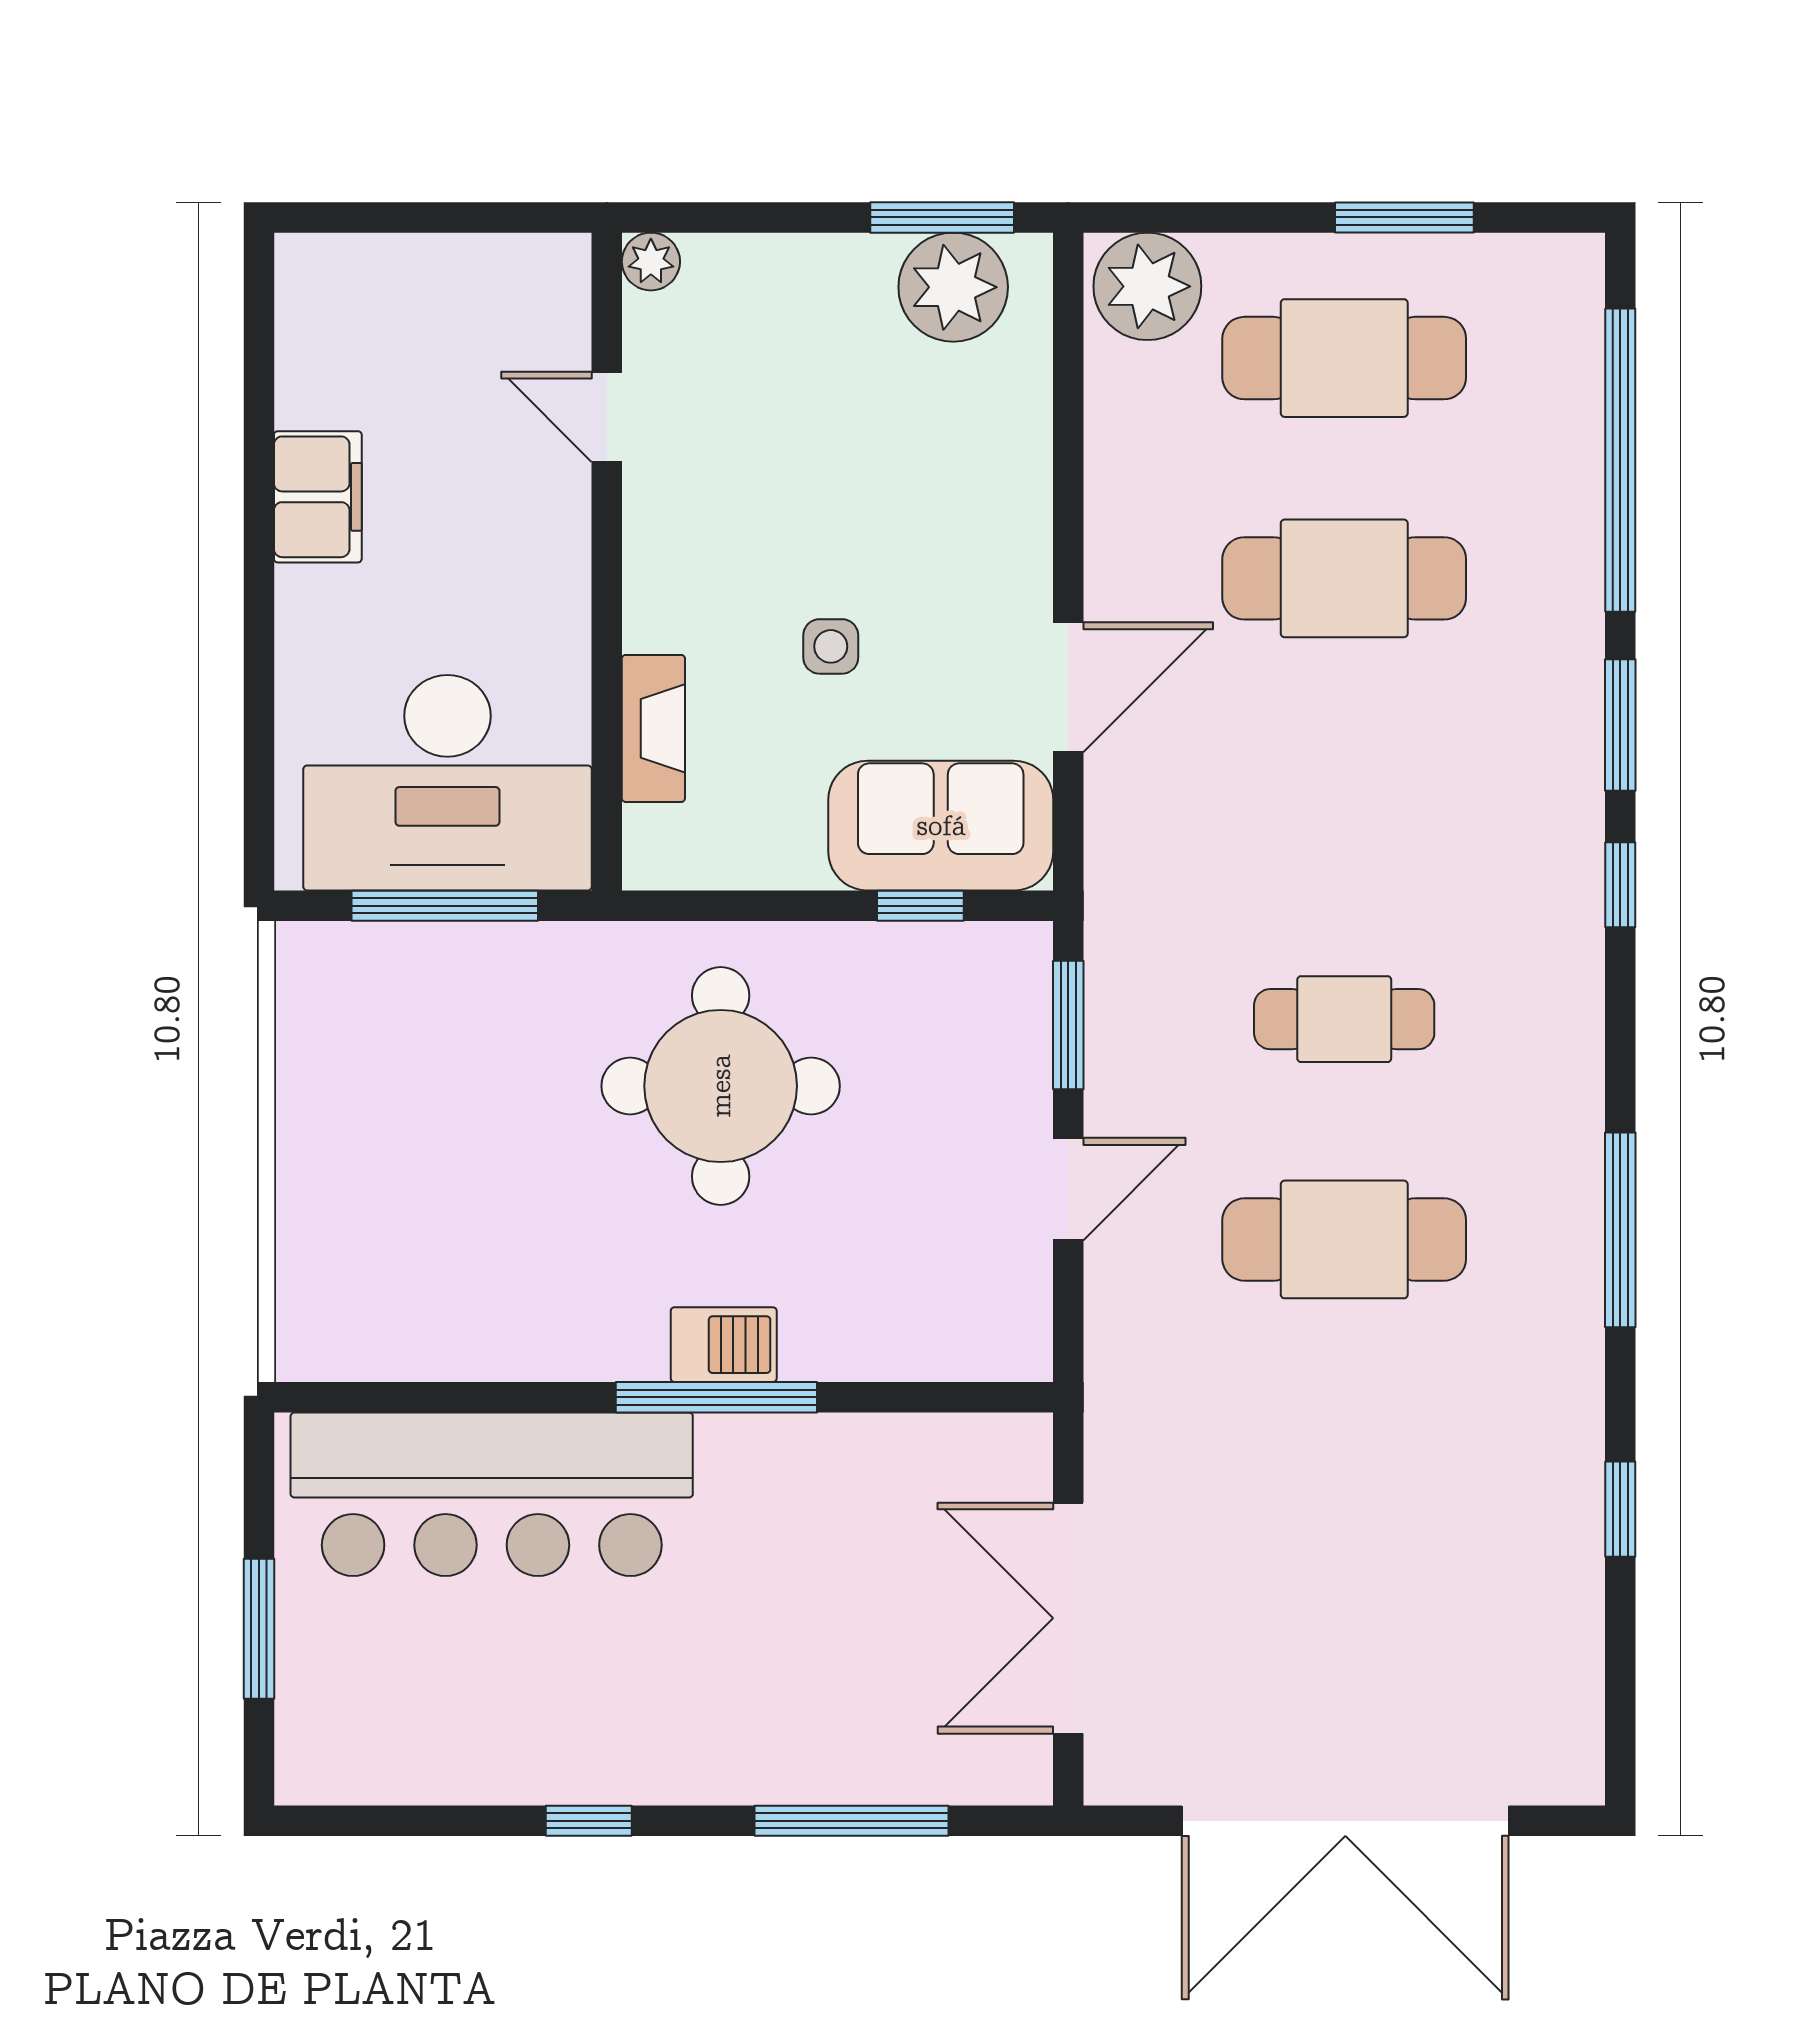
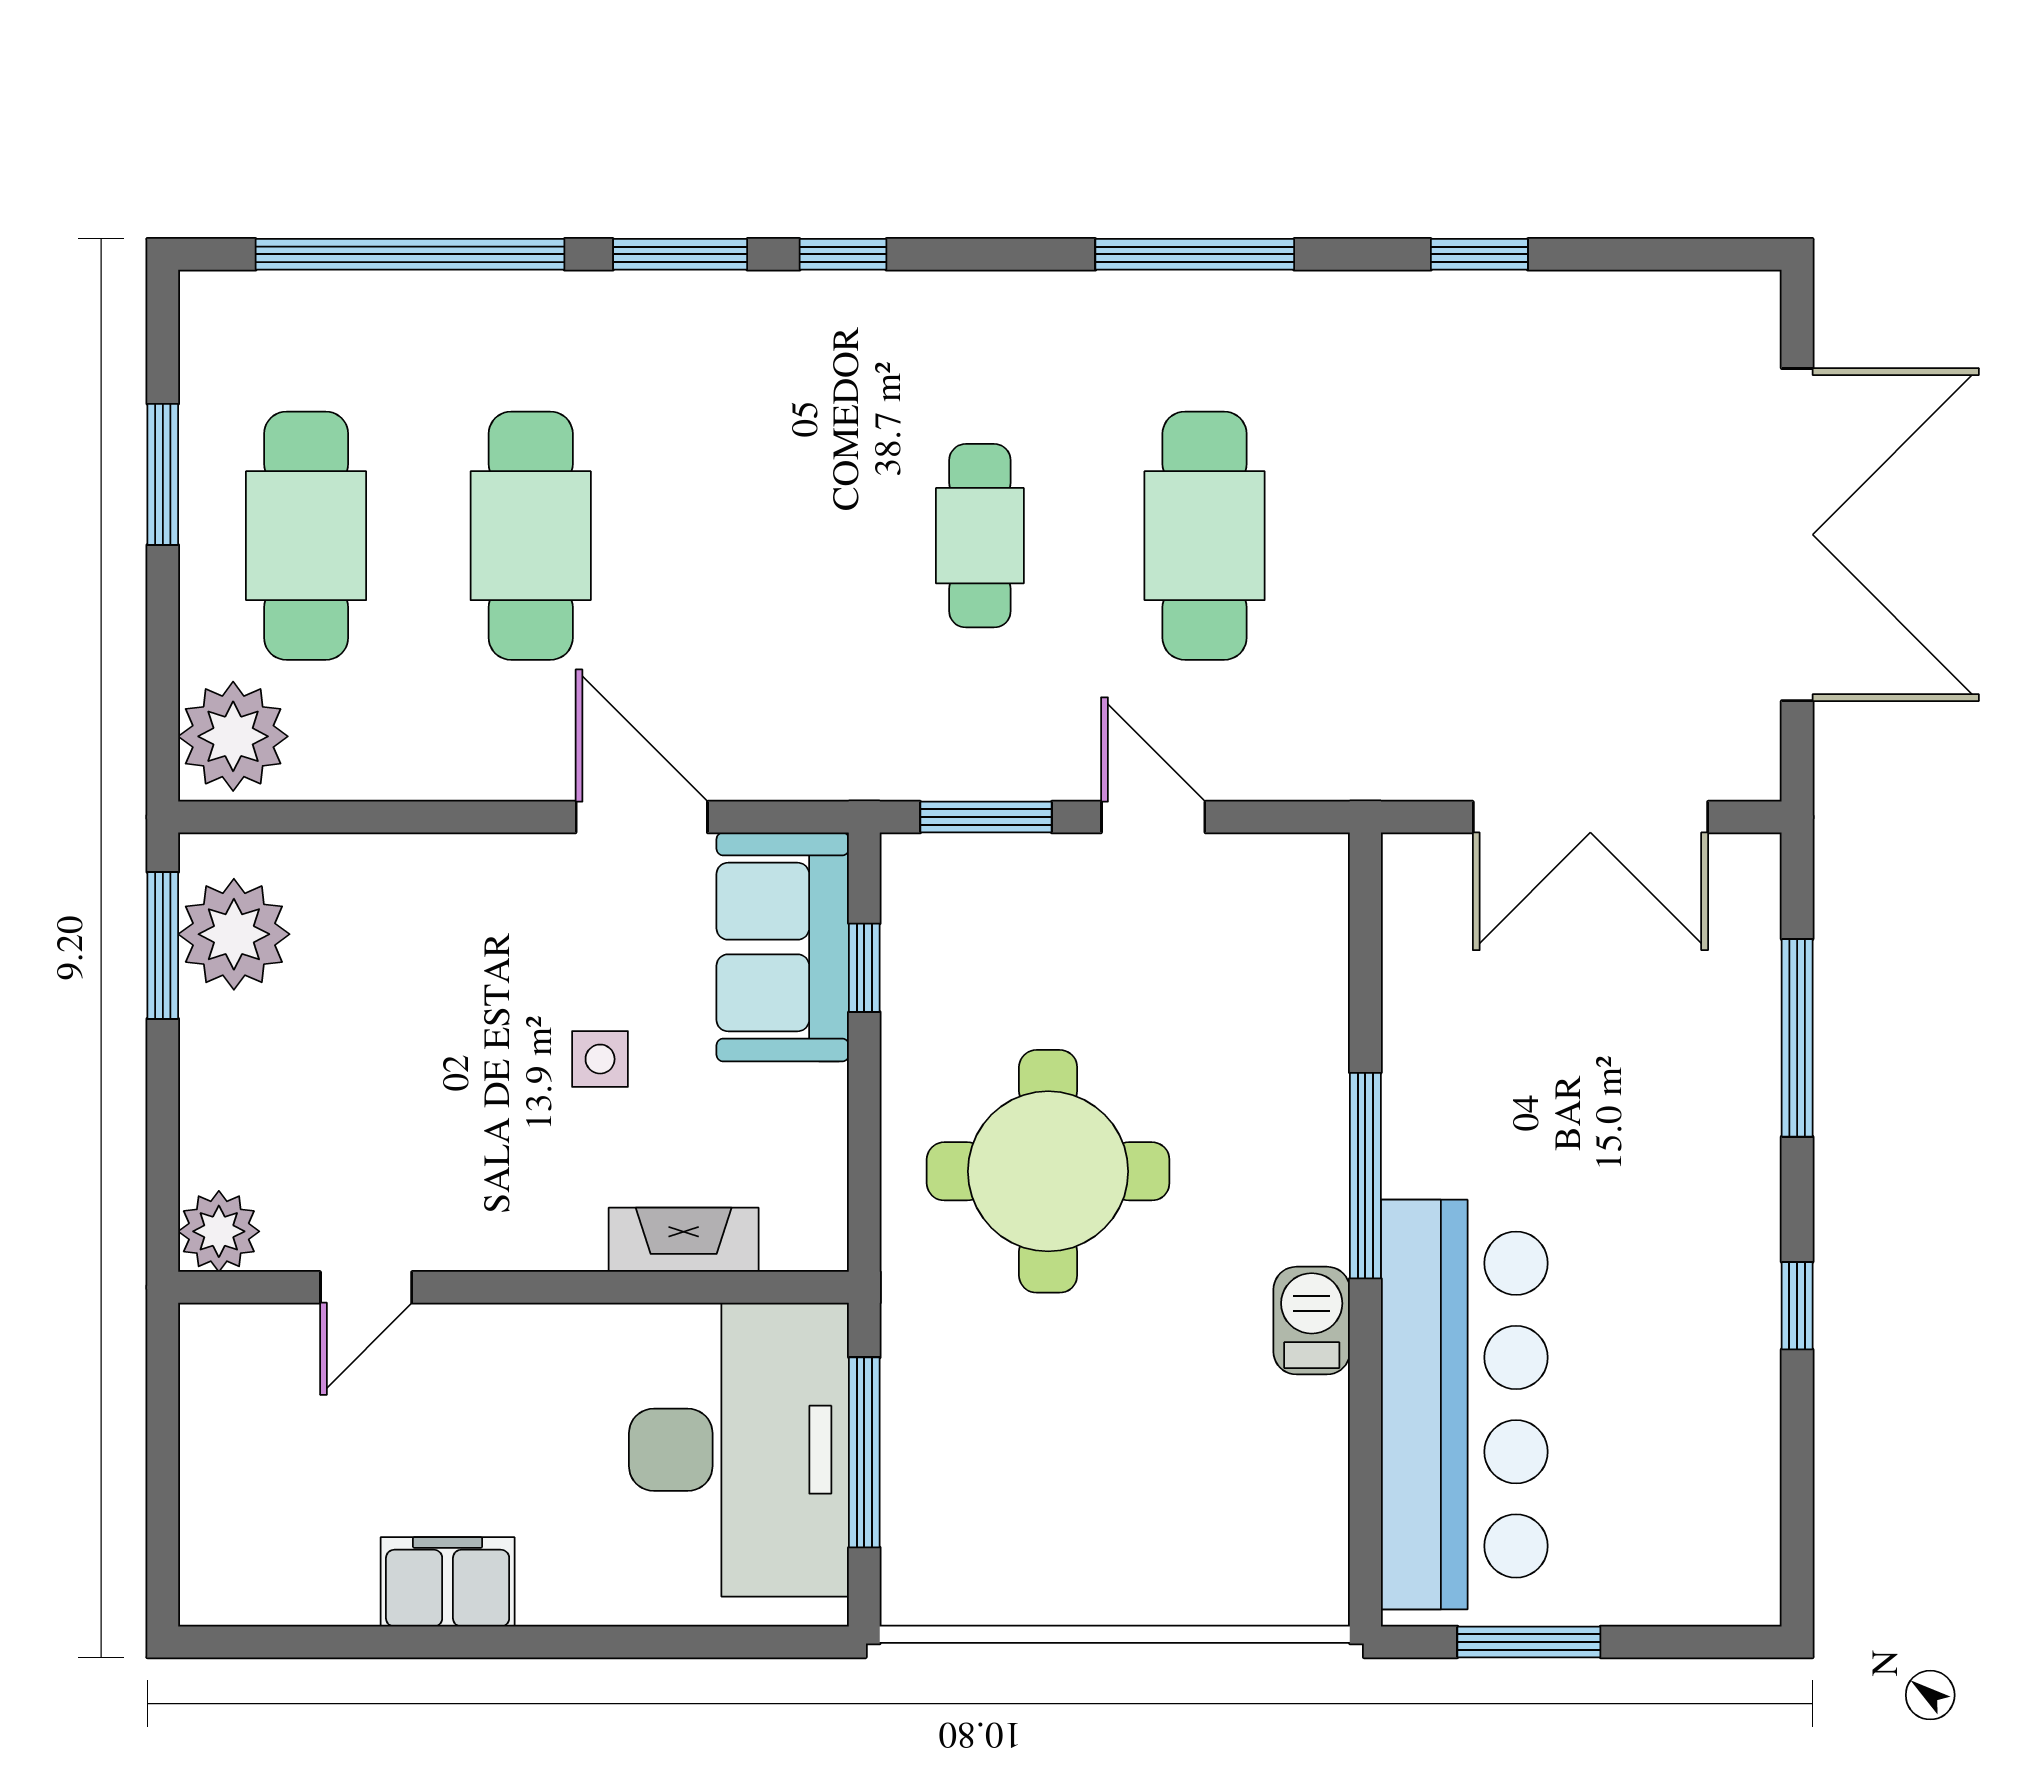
plant: (651, 262) -> (219, 1231), width x1.38, depth x1.38
barbecue: (724, 1345) -> (1312, 1321), moved
window: (259, 1629) -> (1529, 1642), moved

